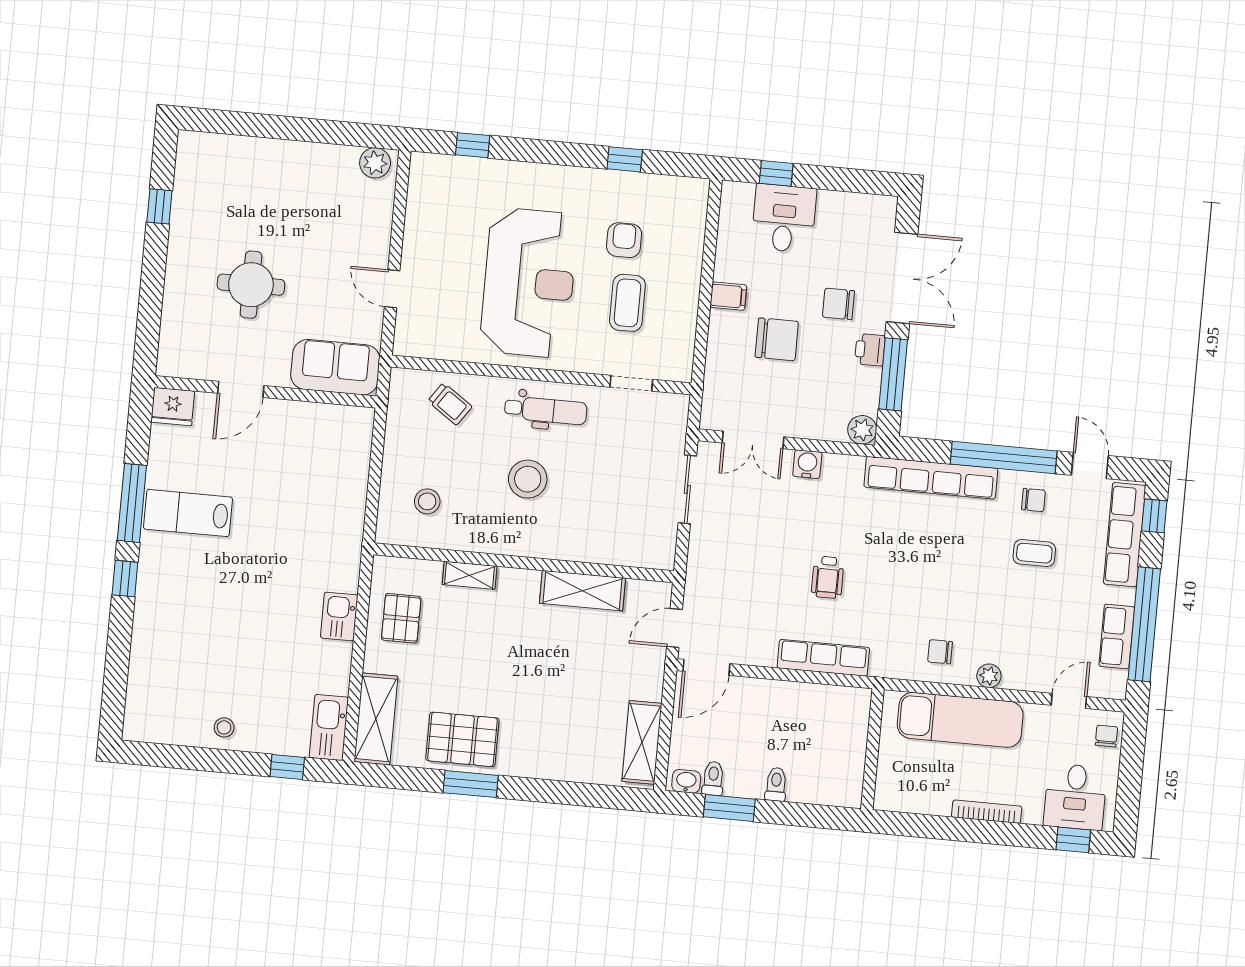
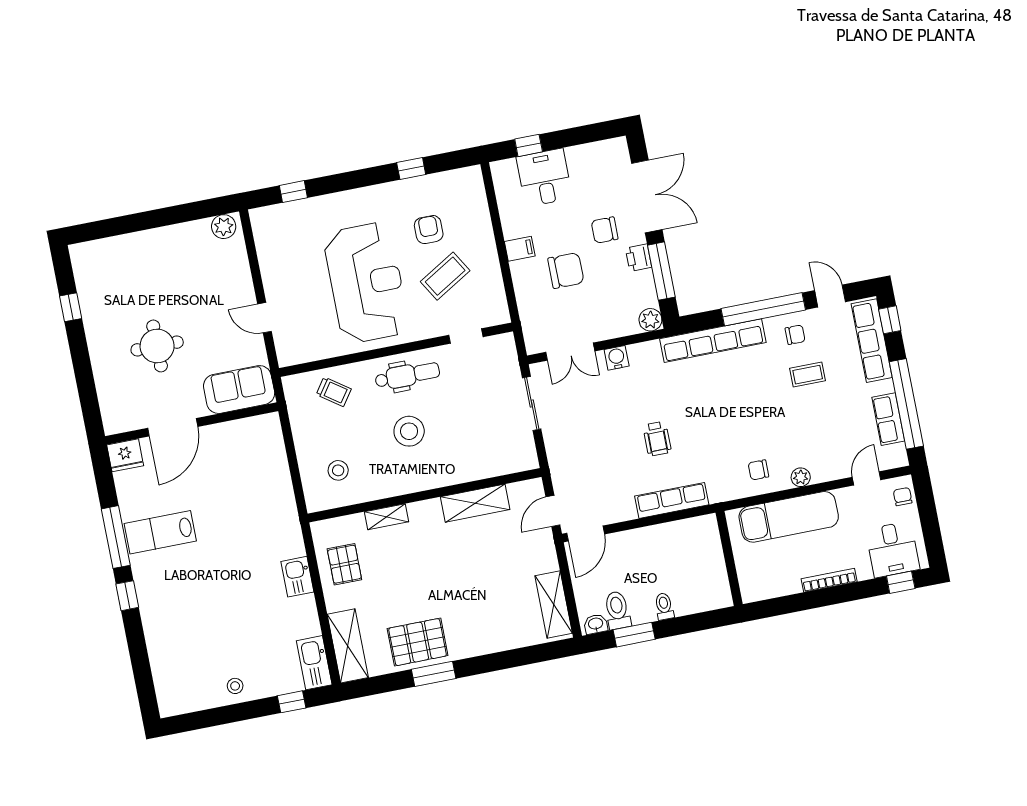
coffee table: (627, 303) -> (445, 276), turned 59
door: (241, 389) -> (173, 427), width x1.36
toilet: (713, 778) -> (617, 610), width x1.37, depth x1.39

